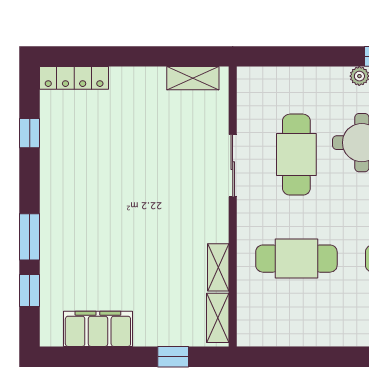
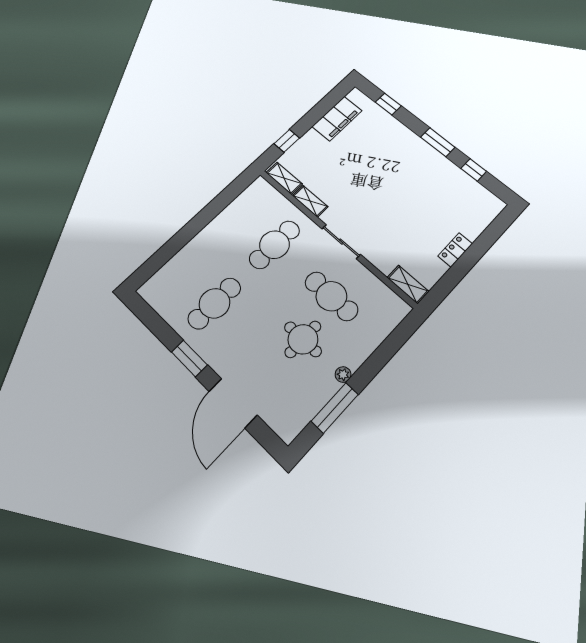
locker: (74, 78) -> (455, 250), moved, width x0.66
shelving: (193, 78) -> (408, 284), moved, turned 90
sliding door: (233, 166) -> (341, 242), moved
window: (30, 237) -> (438, 142), moved

